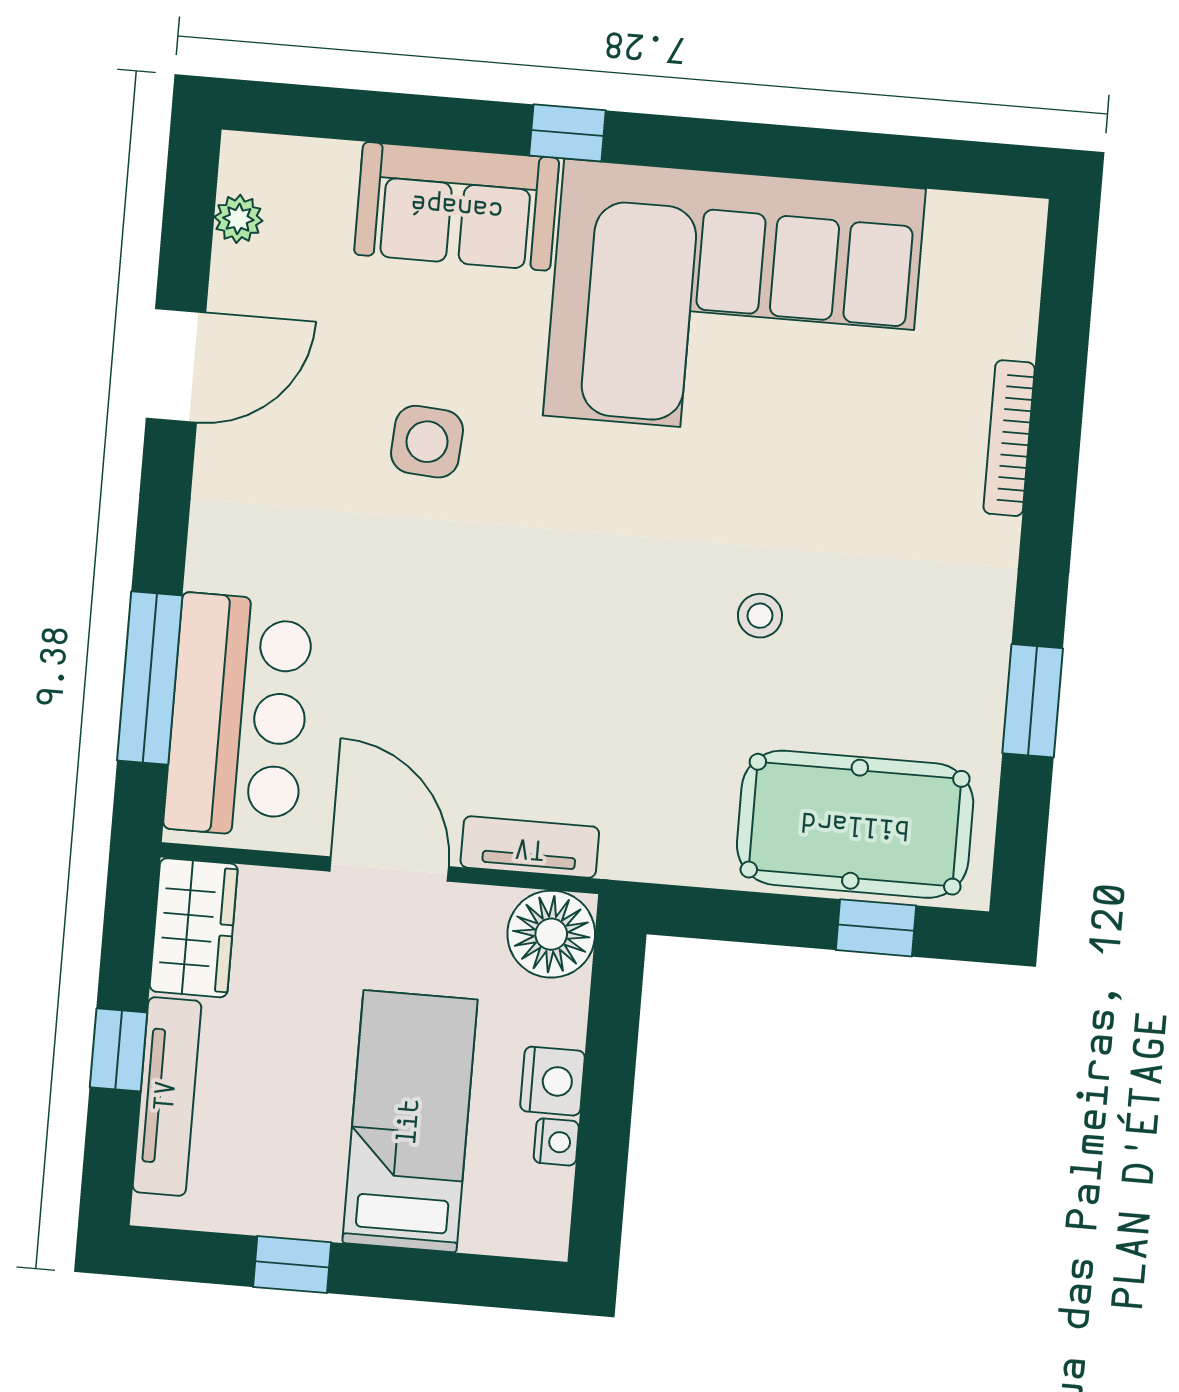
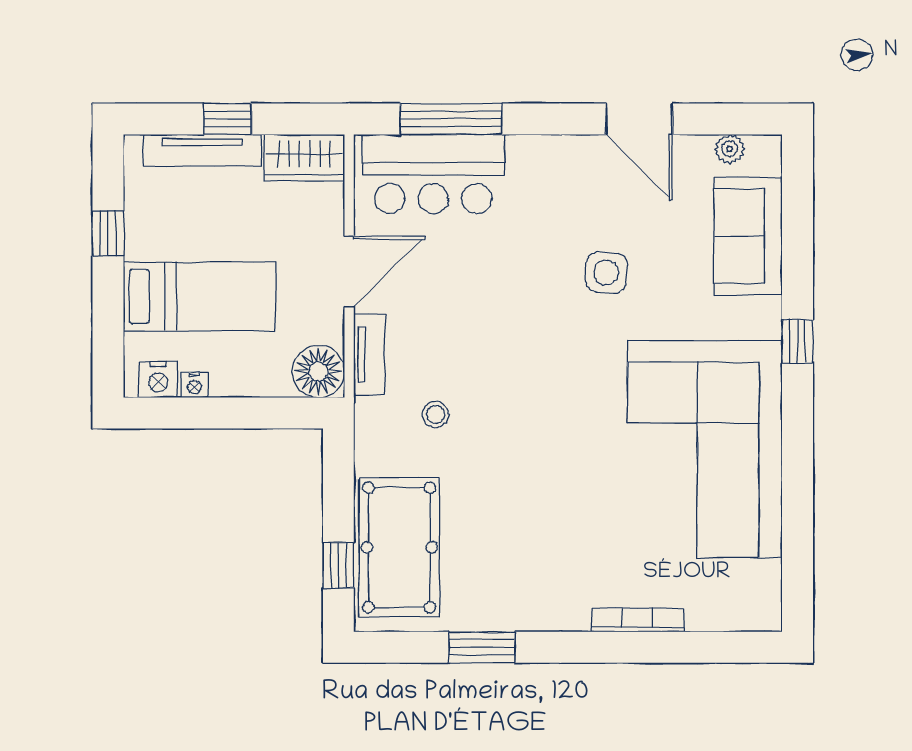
sofa: (457, 206) -> (748, 236), moved
stool: (760, 616) -> (435, 414), moved
nightstand: (553, 1081) -> (158, 380), moved

